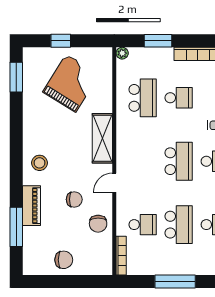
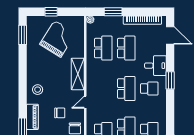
school desk: (179, 98) -> (126, 48), width x1.85

